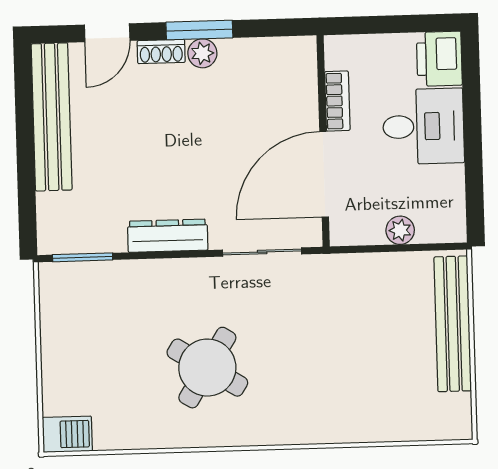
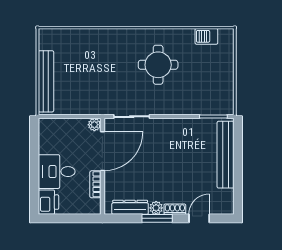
bench: (52, 117) -> (226, 155), moved
plant: (400, 230) -> (94, 125), moved
dresser: (168, 236) -> (130, 207), moved, turned 180
round table: (207, 368) -> (158, 65), turned -32
barbecue: (67, 434) -> (206, 36), moved

